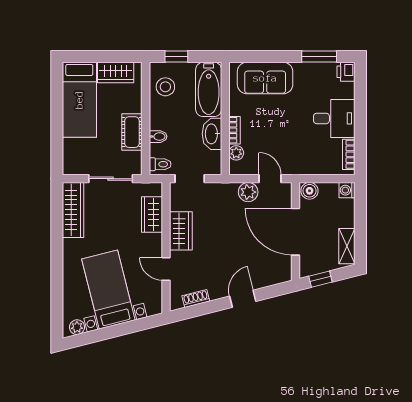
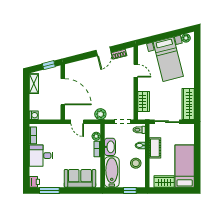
stool: (165, 87) -> (136, 163), moved
boiler: (309, 191) -> (55, 115), removed
plant: (248, 192) -> (100, 114), moved
wardrobe: (181, 231) -> (127, 92), removed
door: (243, 299) -> (104, 51), moved

